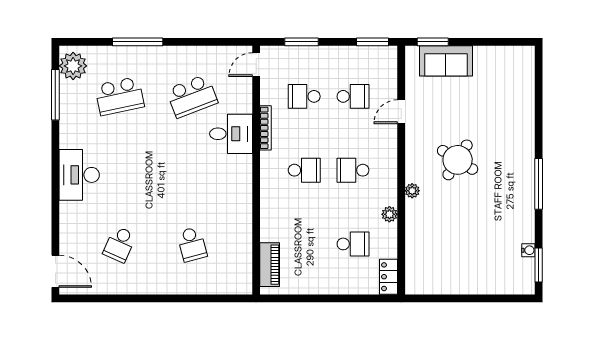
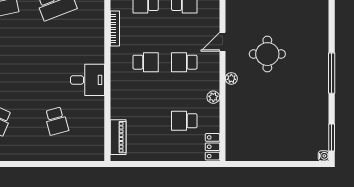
door: (401, 112) -> (222, 42), moved
desk: (231, 134) -> (87, 80), moved
round table: (458, 160) -> (267, 54), turned -32
school desk: (353, 244) -> (184, 121), turned 180
water cooler: (528, 250) -> (324, 156), moved

